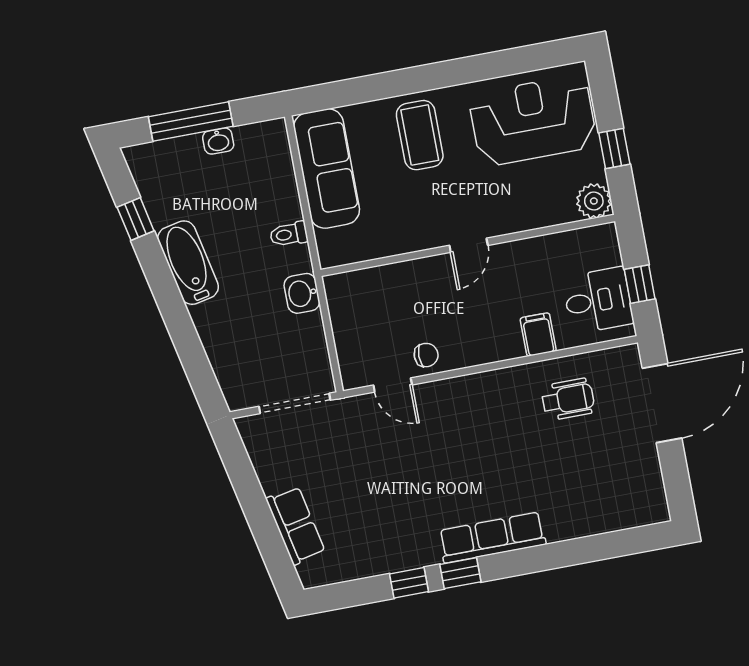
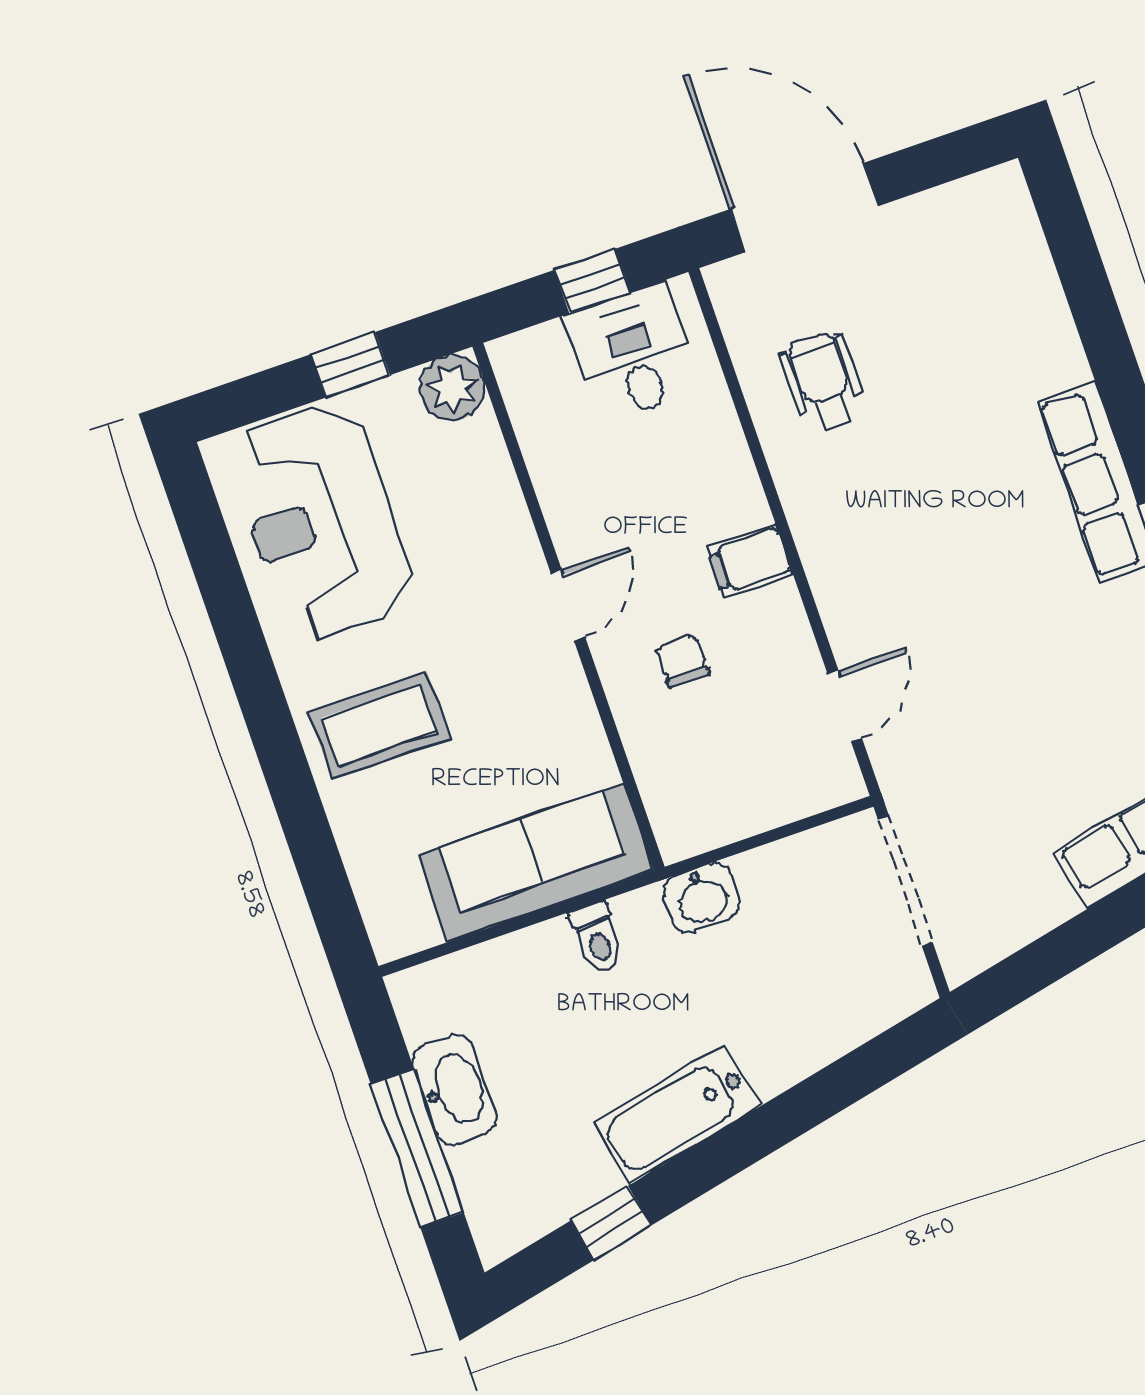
washbasin: (218, 141) -> (455, 1090), width x1.91, depth x1.45
sofa: (327, 168) -> (536, 863), moved
door: (469, 245) -> (568, 605), hinge flipped
filing cabinet: (538, 335) -> (750, 561), moved
chair: (426, 355) -> (683, 661), moved

